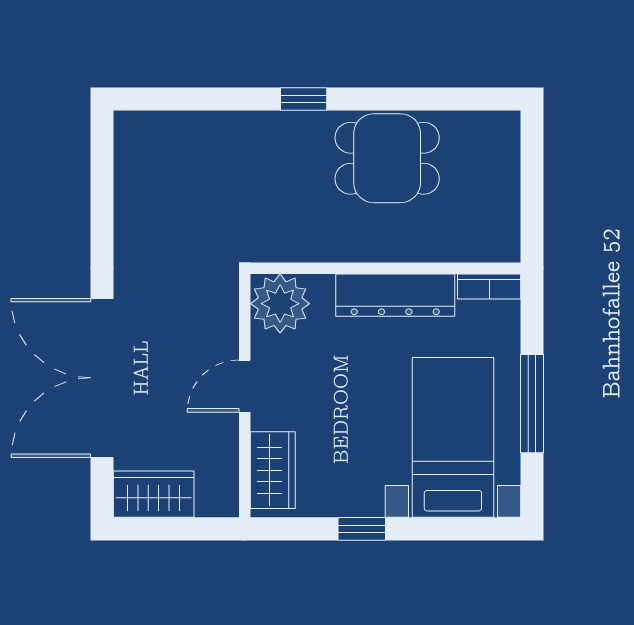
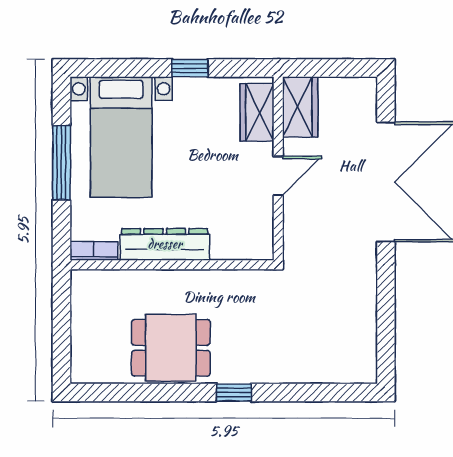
plant: (280, 304) -> (252, 238), removed
wardrobe: (154, 494) -> (300, 107), moved, turned -90

